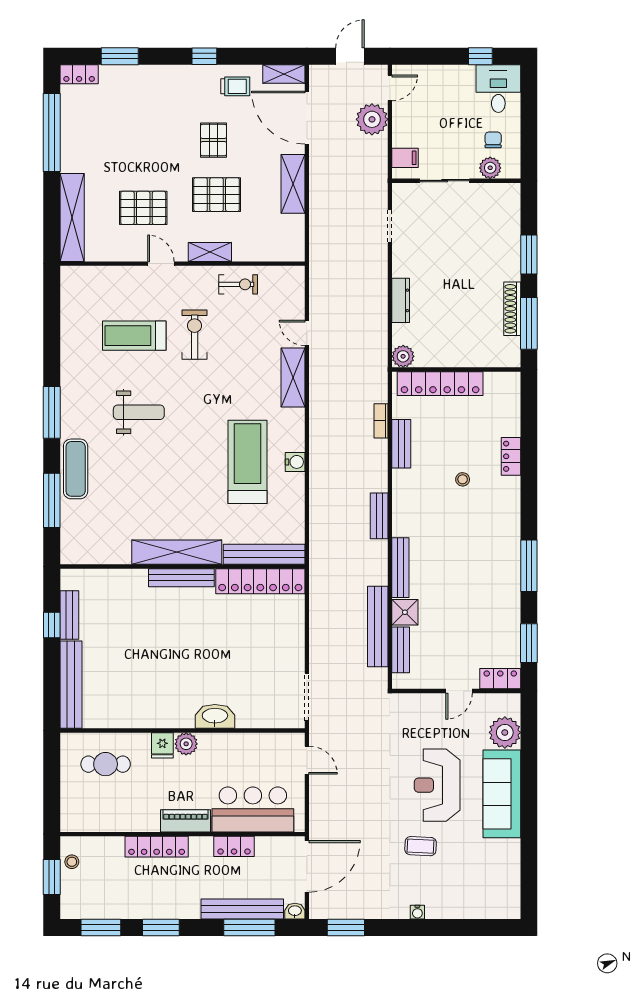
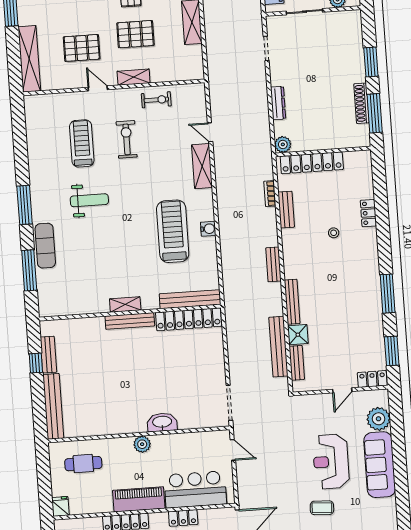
treadmill: (134, 336) -> (82, 143), turned 90
shelving: (177, 552) -> (125, 305), width x0.45, depth x0.75
fridge: (162, 745) -> (60, 506), moved, turned 180
piano: (186, 821) -> (139, 499), width x1.37, depth x1.33

